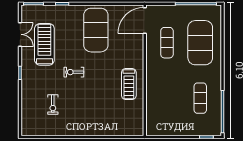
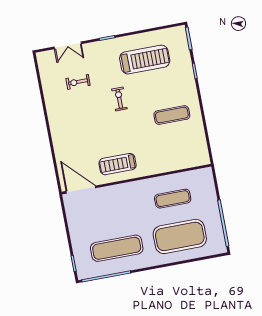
door: (145, 21) -> (81, 190), moved
exercise mat: (96, 30) -> (172, 115), width x0.50, depth x0.69
double door: (20, 34) -> (68, 45), moved
exercise mat: (200, 98) -> (117, 248), width x1.36, depth x1.45

